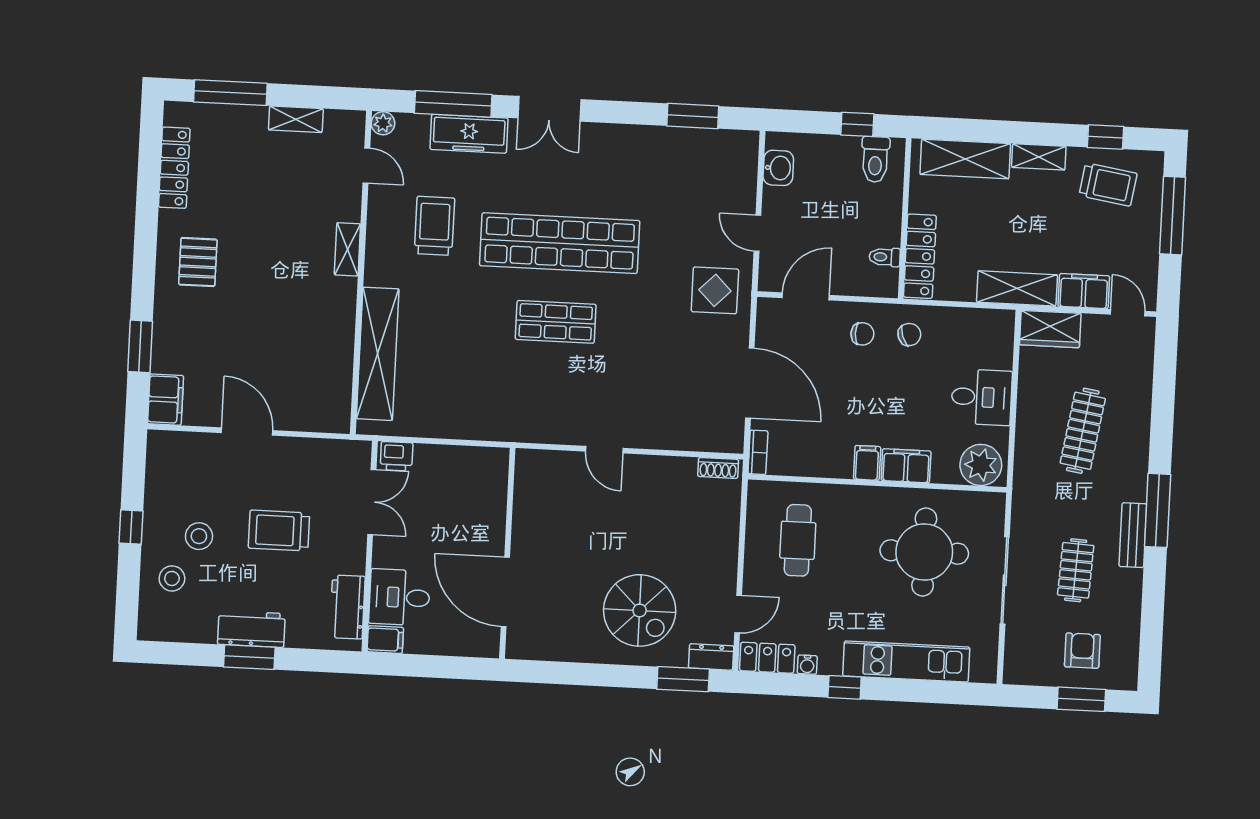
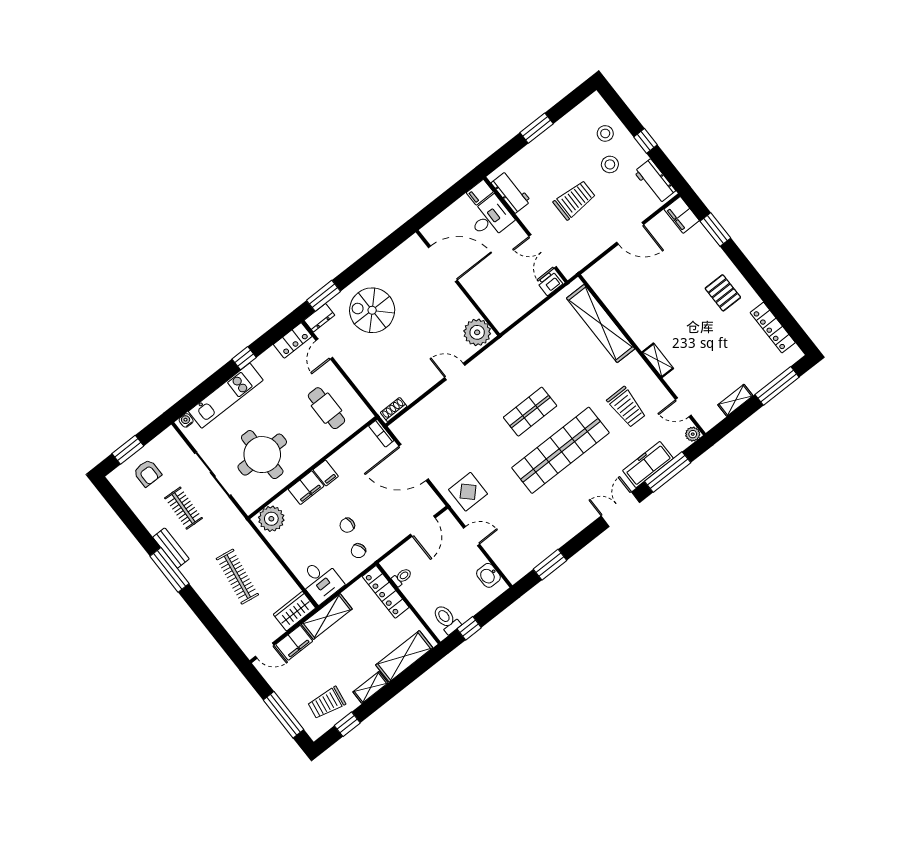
chair: (862, 334) -> (347, 525), moved
desk: (982, 397) -> (321, 581), moved, turned -90
plant: (536, 473) -> (477, 332), added
workbench: (251, 629) -> (655, 181), moved, turned 90
water cooler: (807, 665) -> (186, 420), moved

